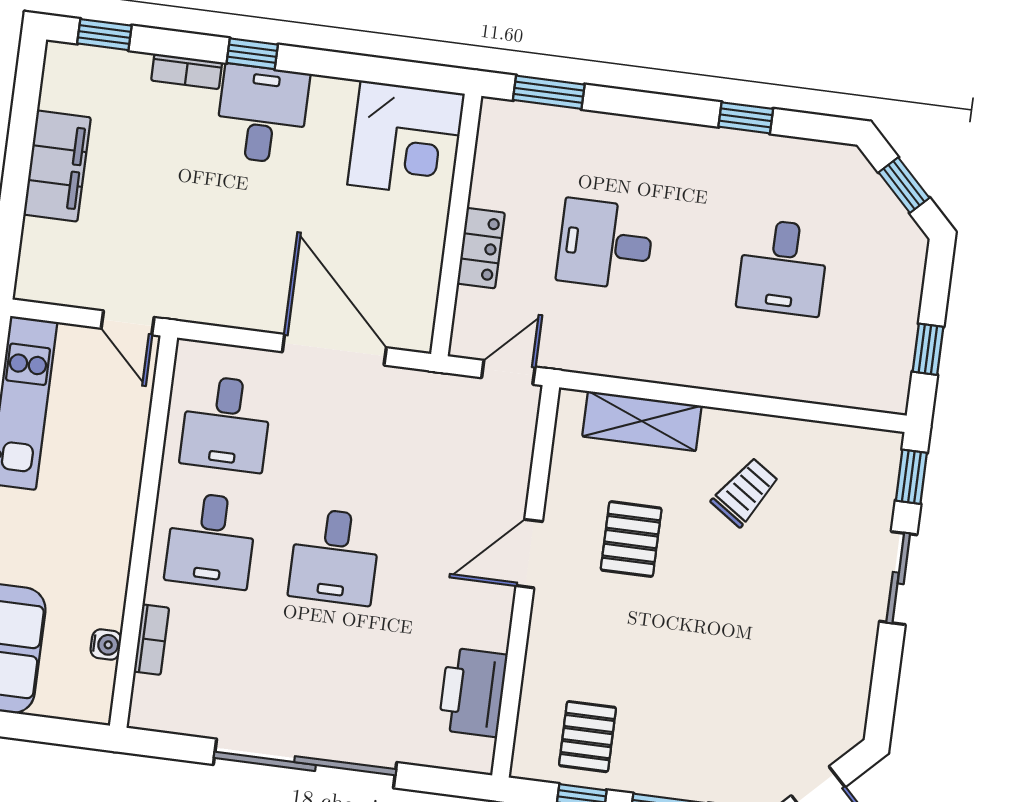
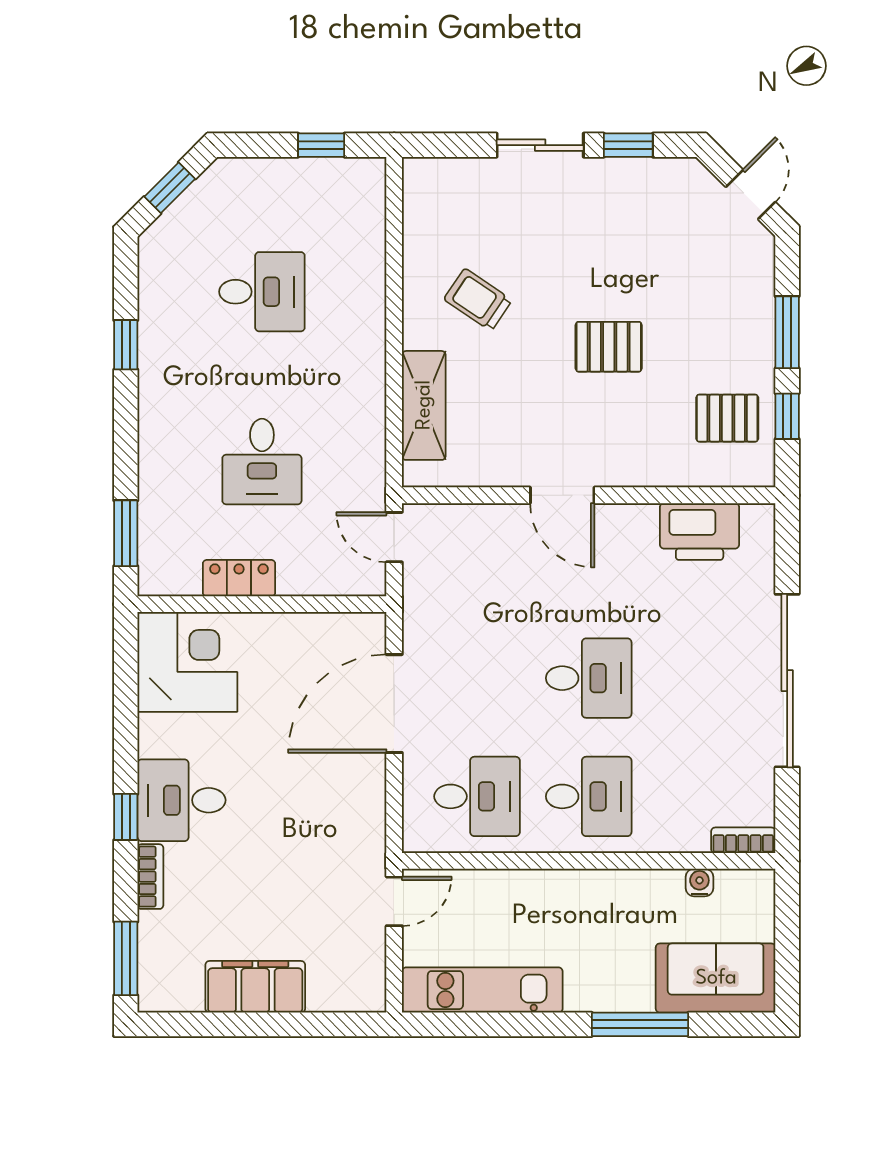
window: (104, 35) -> (126, 958), width x1.50
locker: (481, 248) -> (239, 578), moved
window: (911, 477) -> (628, 145), moved
pallet: (631, 539) -> (609, 347), moved
bookcase: (151, 640) -> (743, 840), moved

